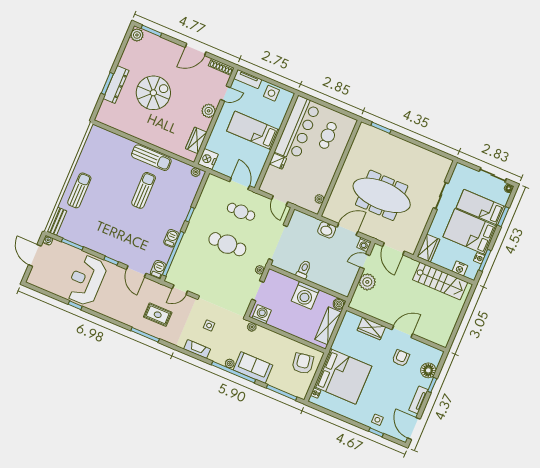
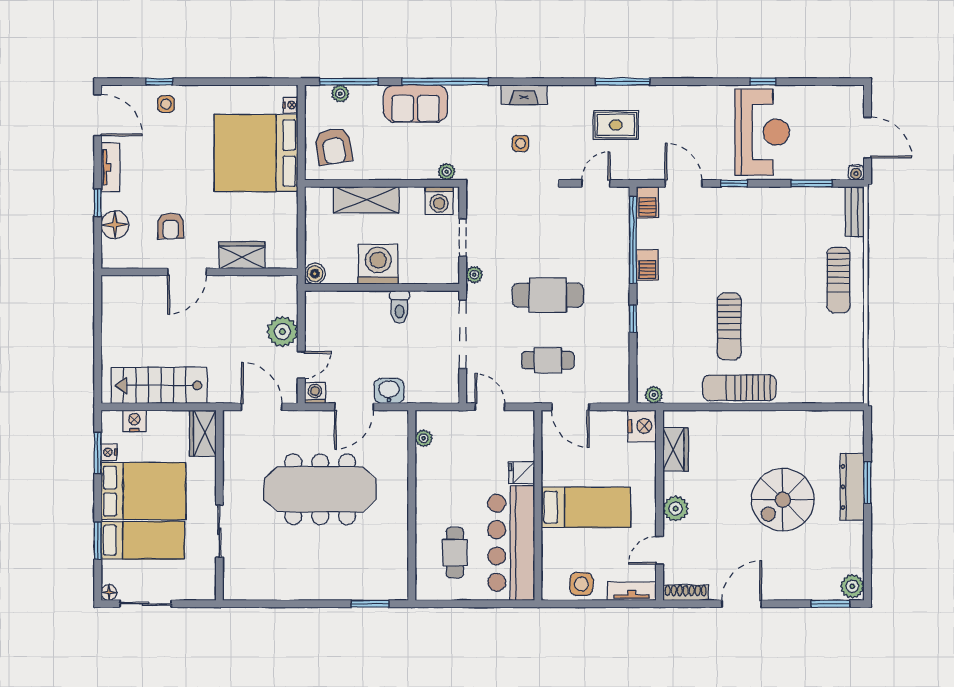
shelving: (328, 326) -> (366, 200), moved, turned 90
plant: (230, 364) -> (340, 94), moved

